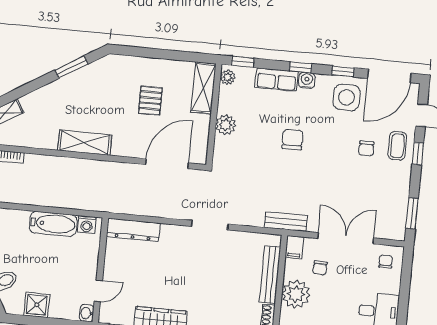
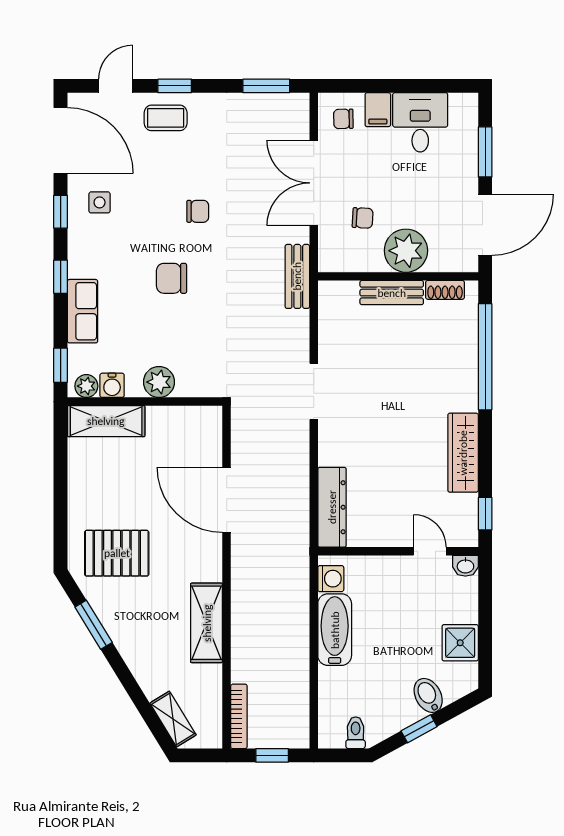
water cooler: (307, 80) -> (112, 385), moved, turned -90
side table: (346, 97) -> (100, 202), width x0.54, depth x0.54
pallet: (150, 101) -> (117, 553), moved, width x1.50, depth x1.42
shelving: (85, 143) -> (207, 623), moved
chair: (366, 148) -> (198, 211), moved
door: (167, 164) -> (227, 500), moved
filing cabinet: (294, 247) -> (378, 110), moved, turned 90
bench: (270, 275) -> (392, 293), width x0.73

